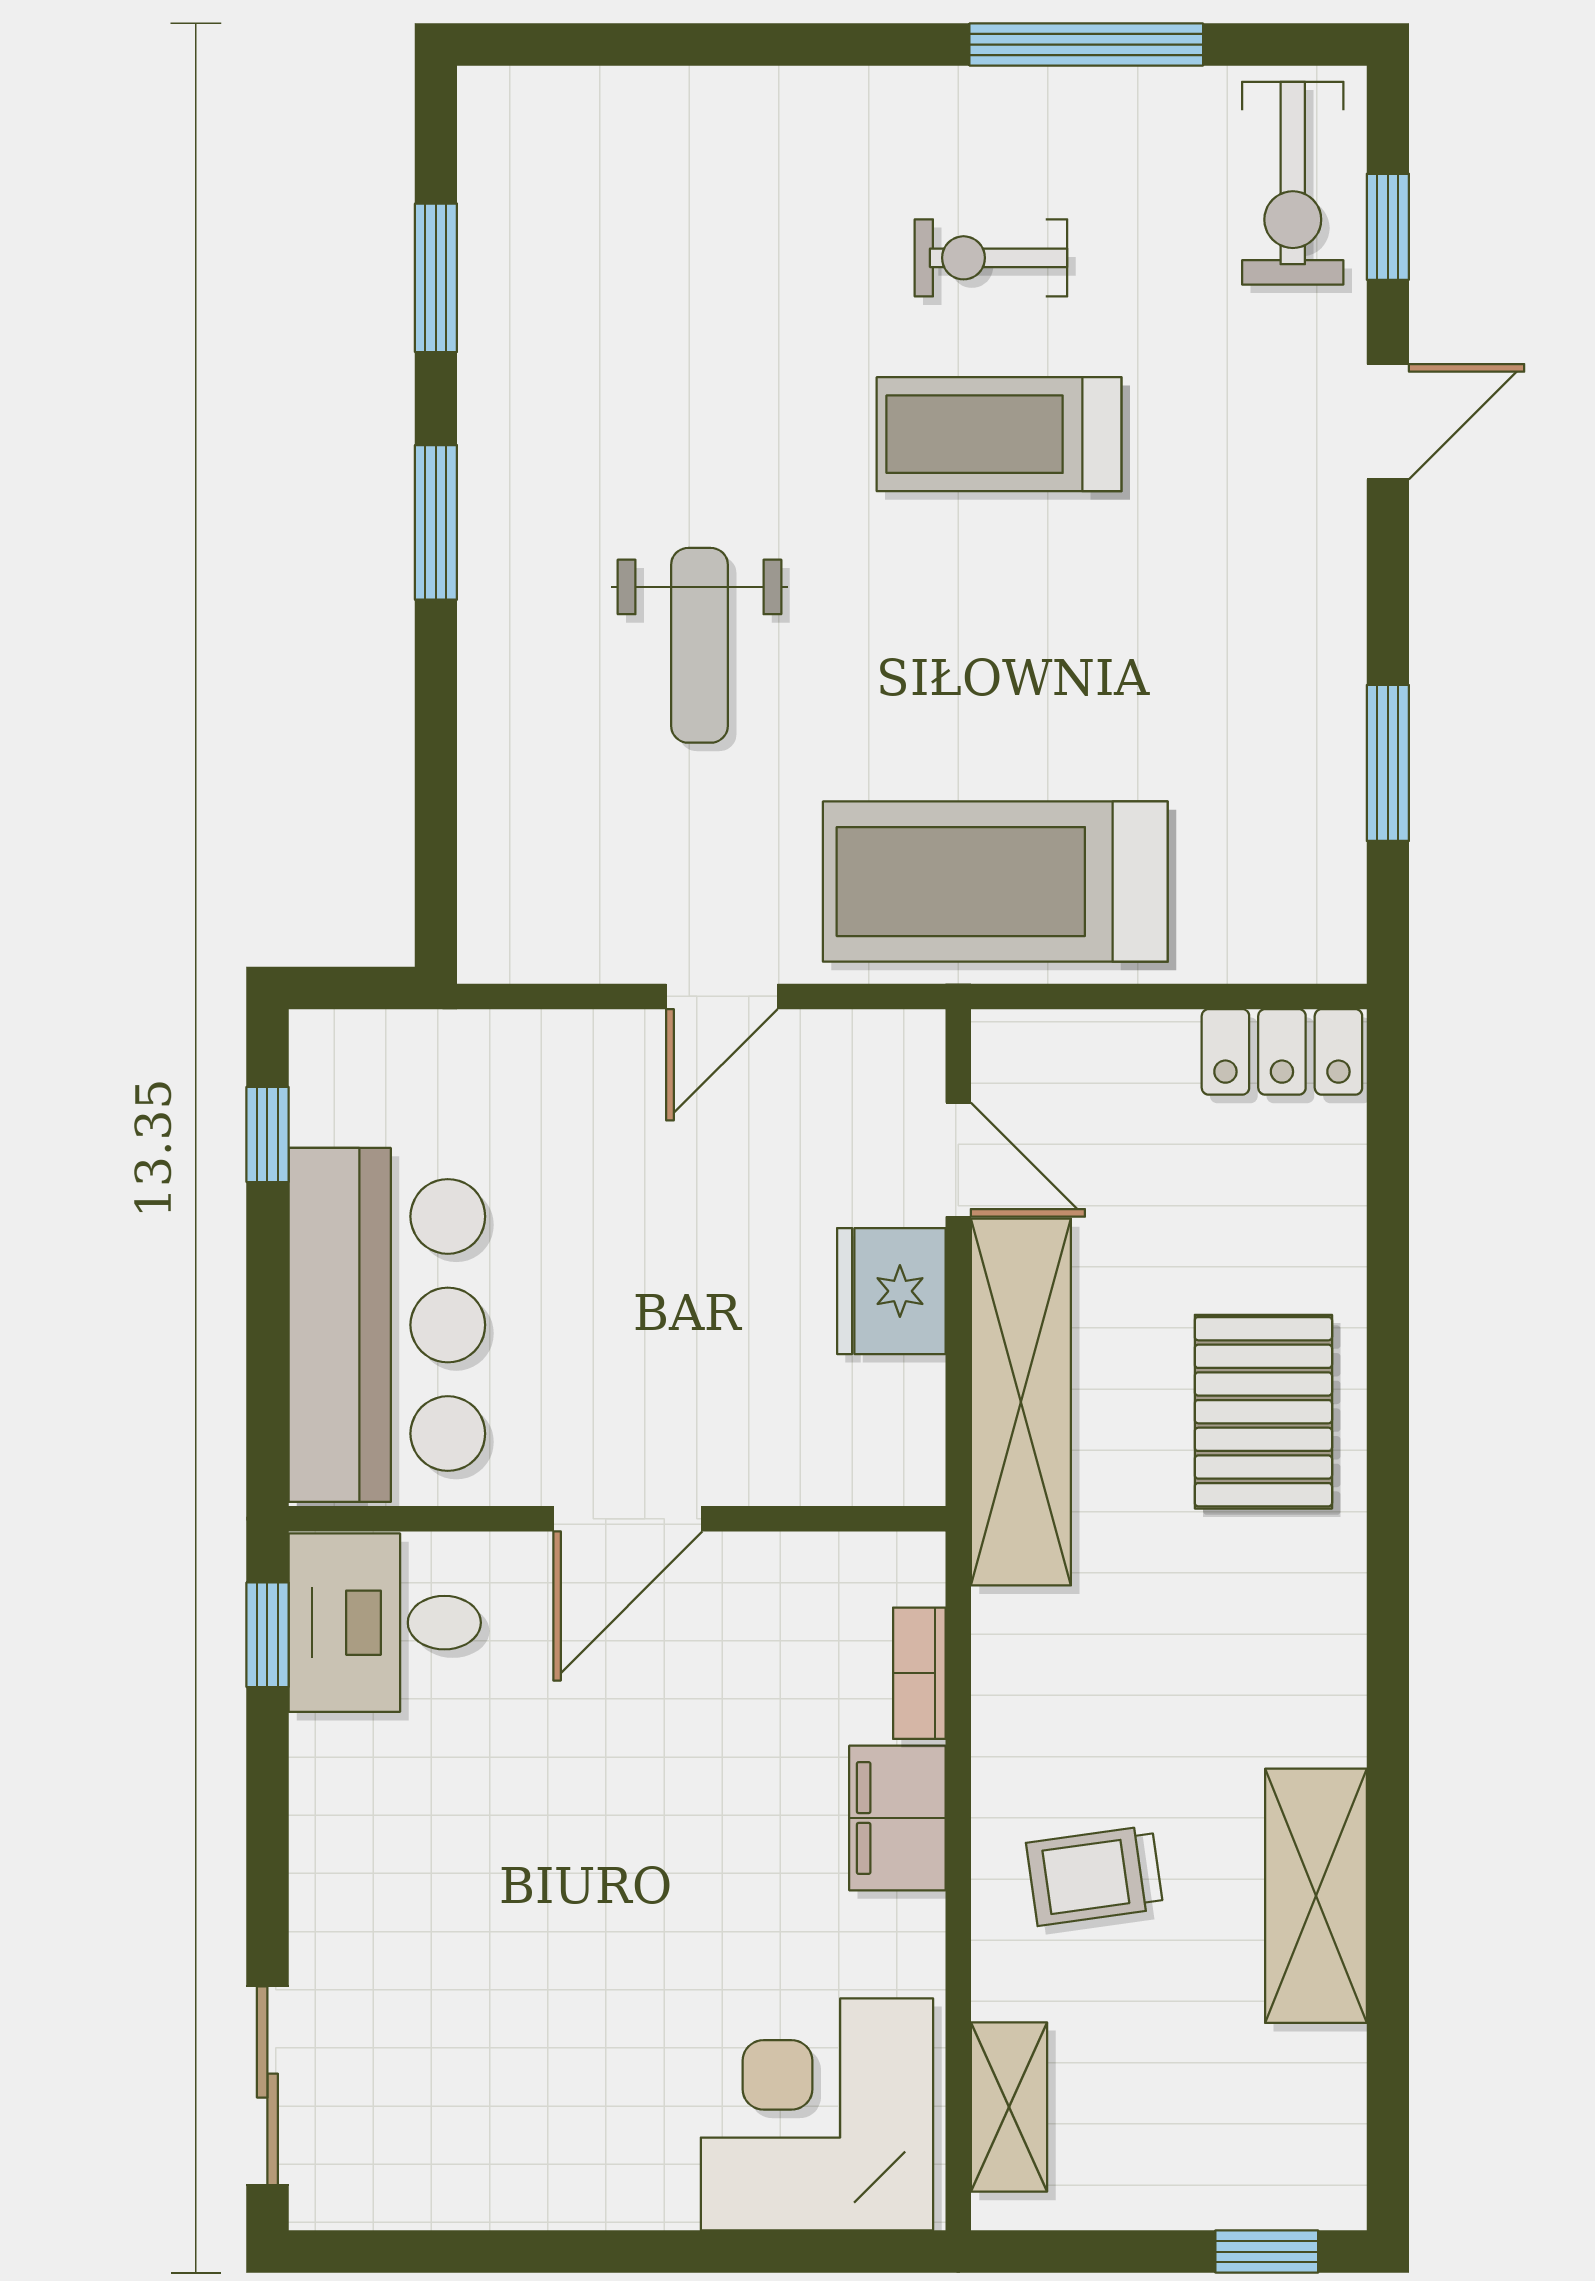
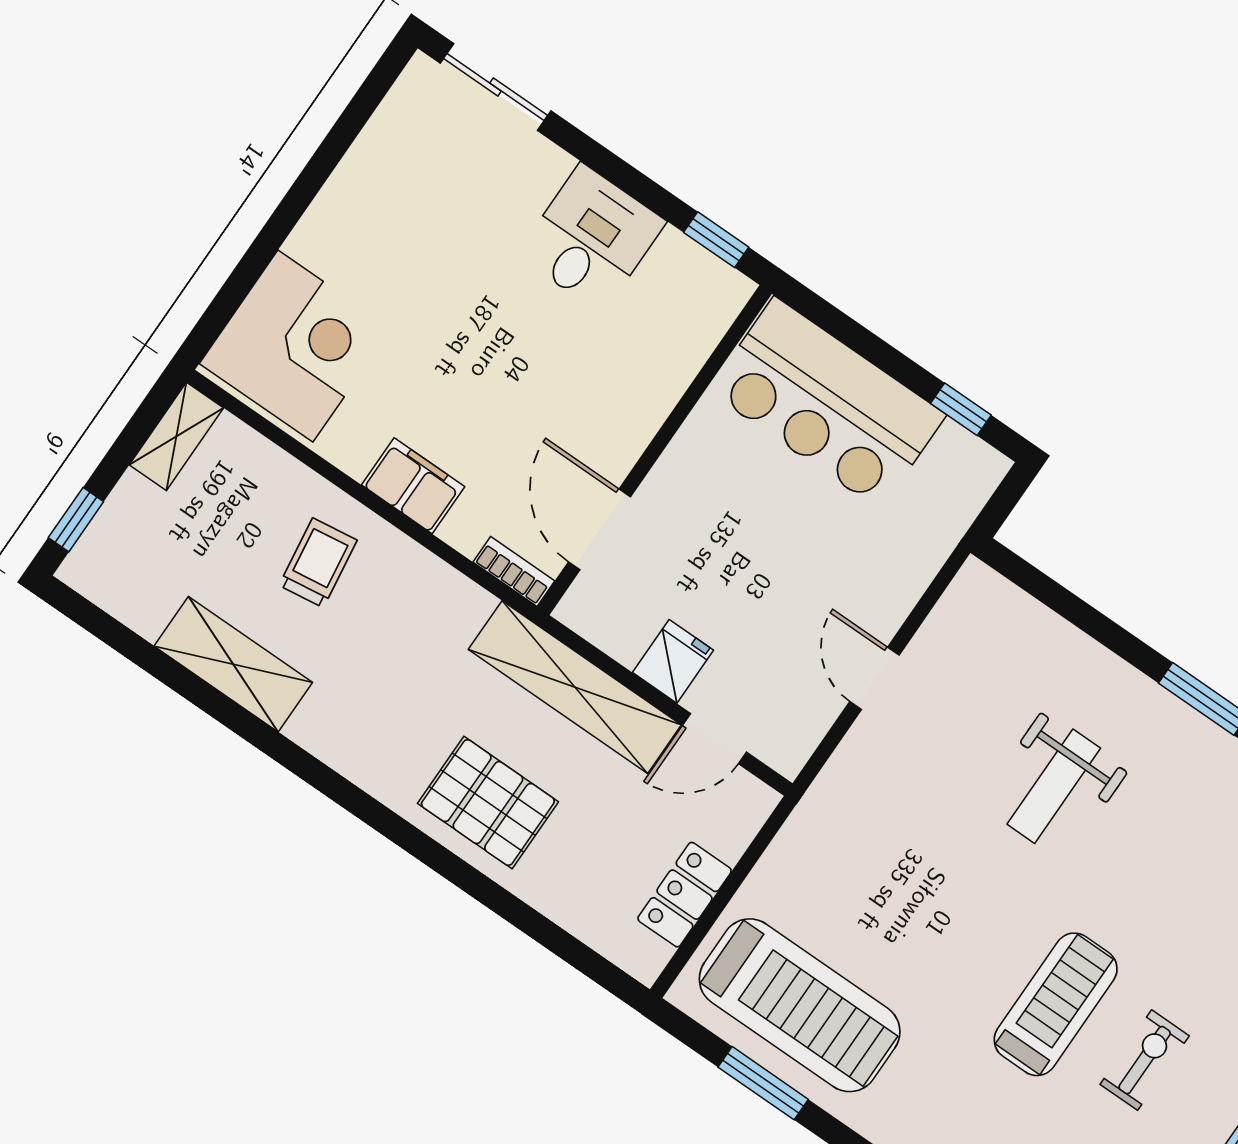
weight bench: (699, 645) -> (1054, 786), turned -90
treadmill: (995, 882) -> (800, 1005), moved, turned 90
locker: (1282, 1052) -> (685, 895), moved
fridge: (891, 1291) -> (673, 661), width x0.72
door: (628, 1519) -> (600, 529), moved
desk: (385, 1623) -> (591, 238), moved
bookcase: (919, 1673) -> (514, 571), moved
shelving: (1009, 2107) -> (176, 436), moved, turned 90

